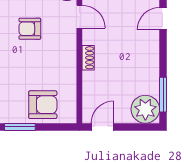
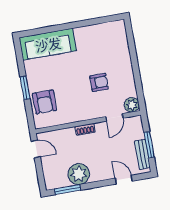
armchair: (30, 29) -> (99, 82), turned 90
plant: (145, 109) -> (79, 174), moved

